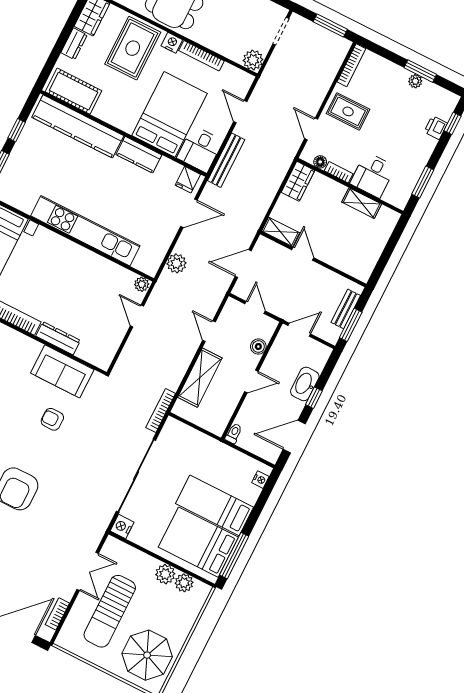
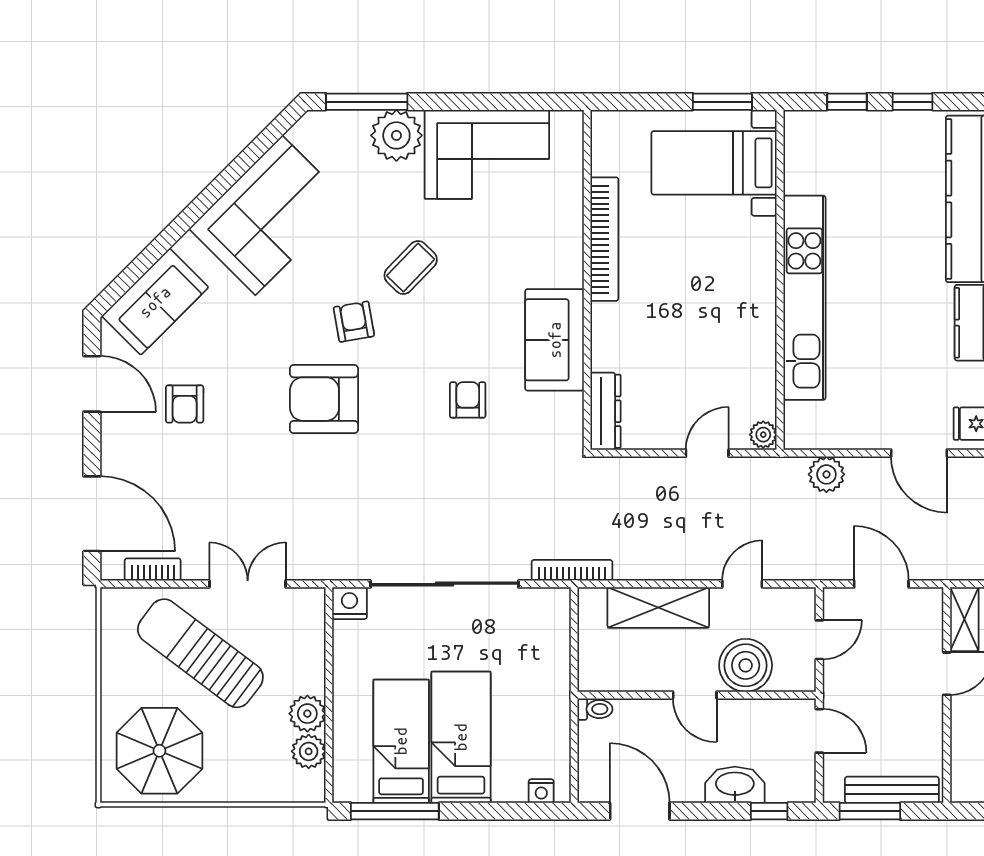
bench: (346, 309) -> (892, 790), width x1.36
dresser: (58, 338) -> (606, 411), moved
boiler: (258, 347) -> (746, 665), width x1.86, depth x1.86
sofa: (62, 371) -> (555, 340), moved
window: (314, 398) -> (769, 811), moved
bed: (198, 542) -> (401, 741), width x0.67
double door: (88, 571) -> (248, 584), swing flipped
sun lounger: (110, 611) -> (200, 653), turned 37

